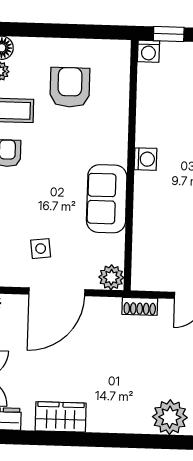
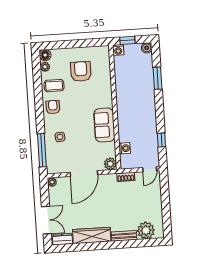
washing machine: (146, 159) -> (125, 148), moved
side table: (41, 249) -> (60, 137), moved
wardrobe: (61, 417) -> (92, 235), width x1.50
bench: (125, 424) -> (124, 236), added

